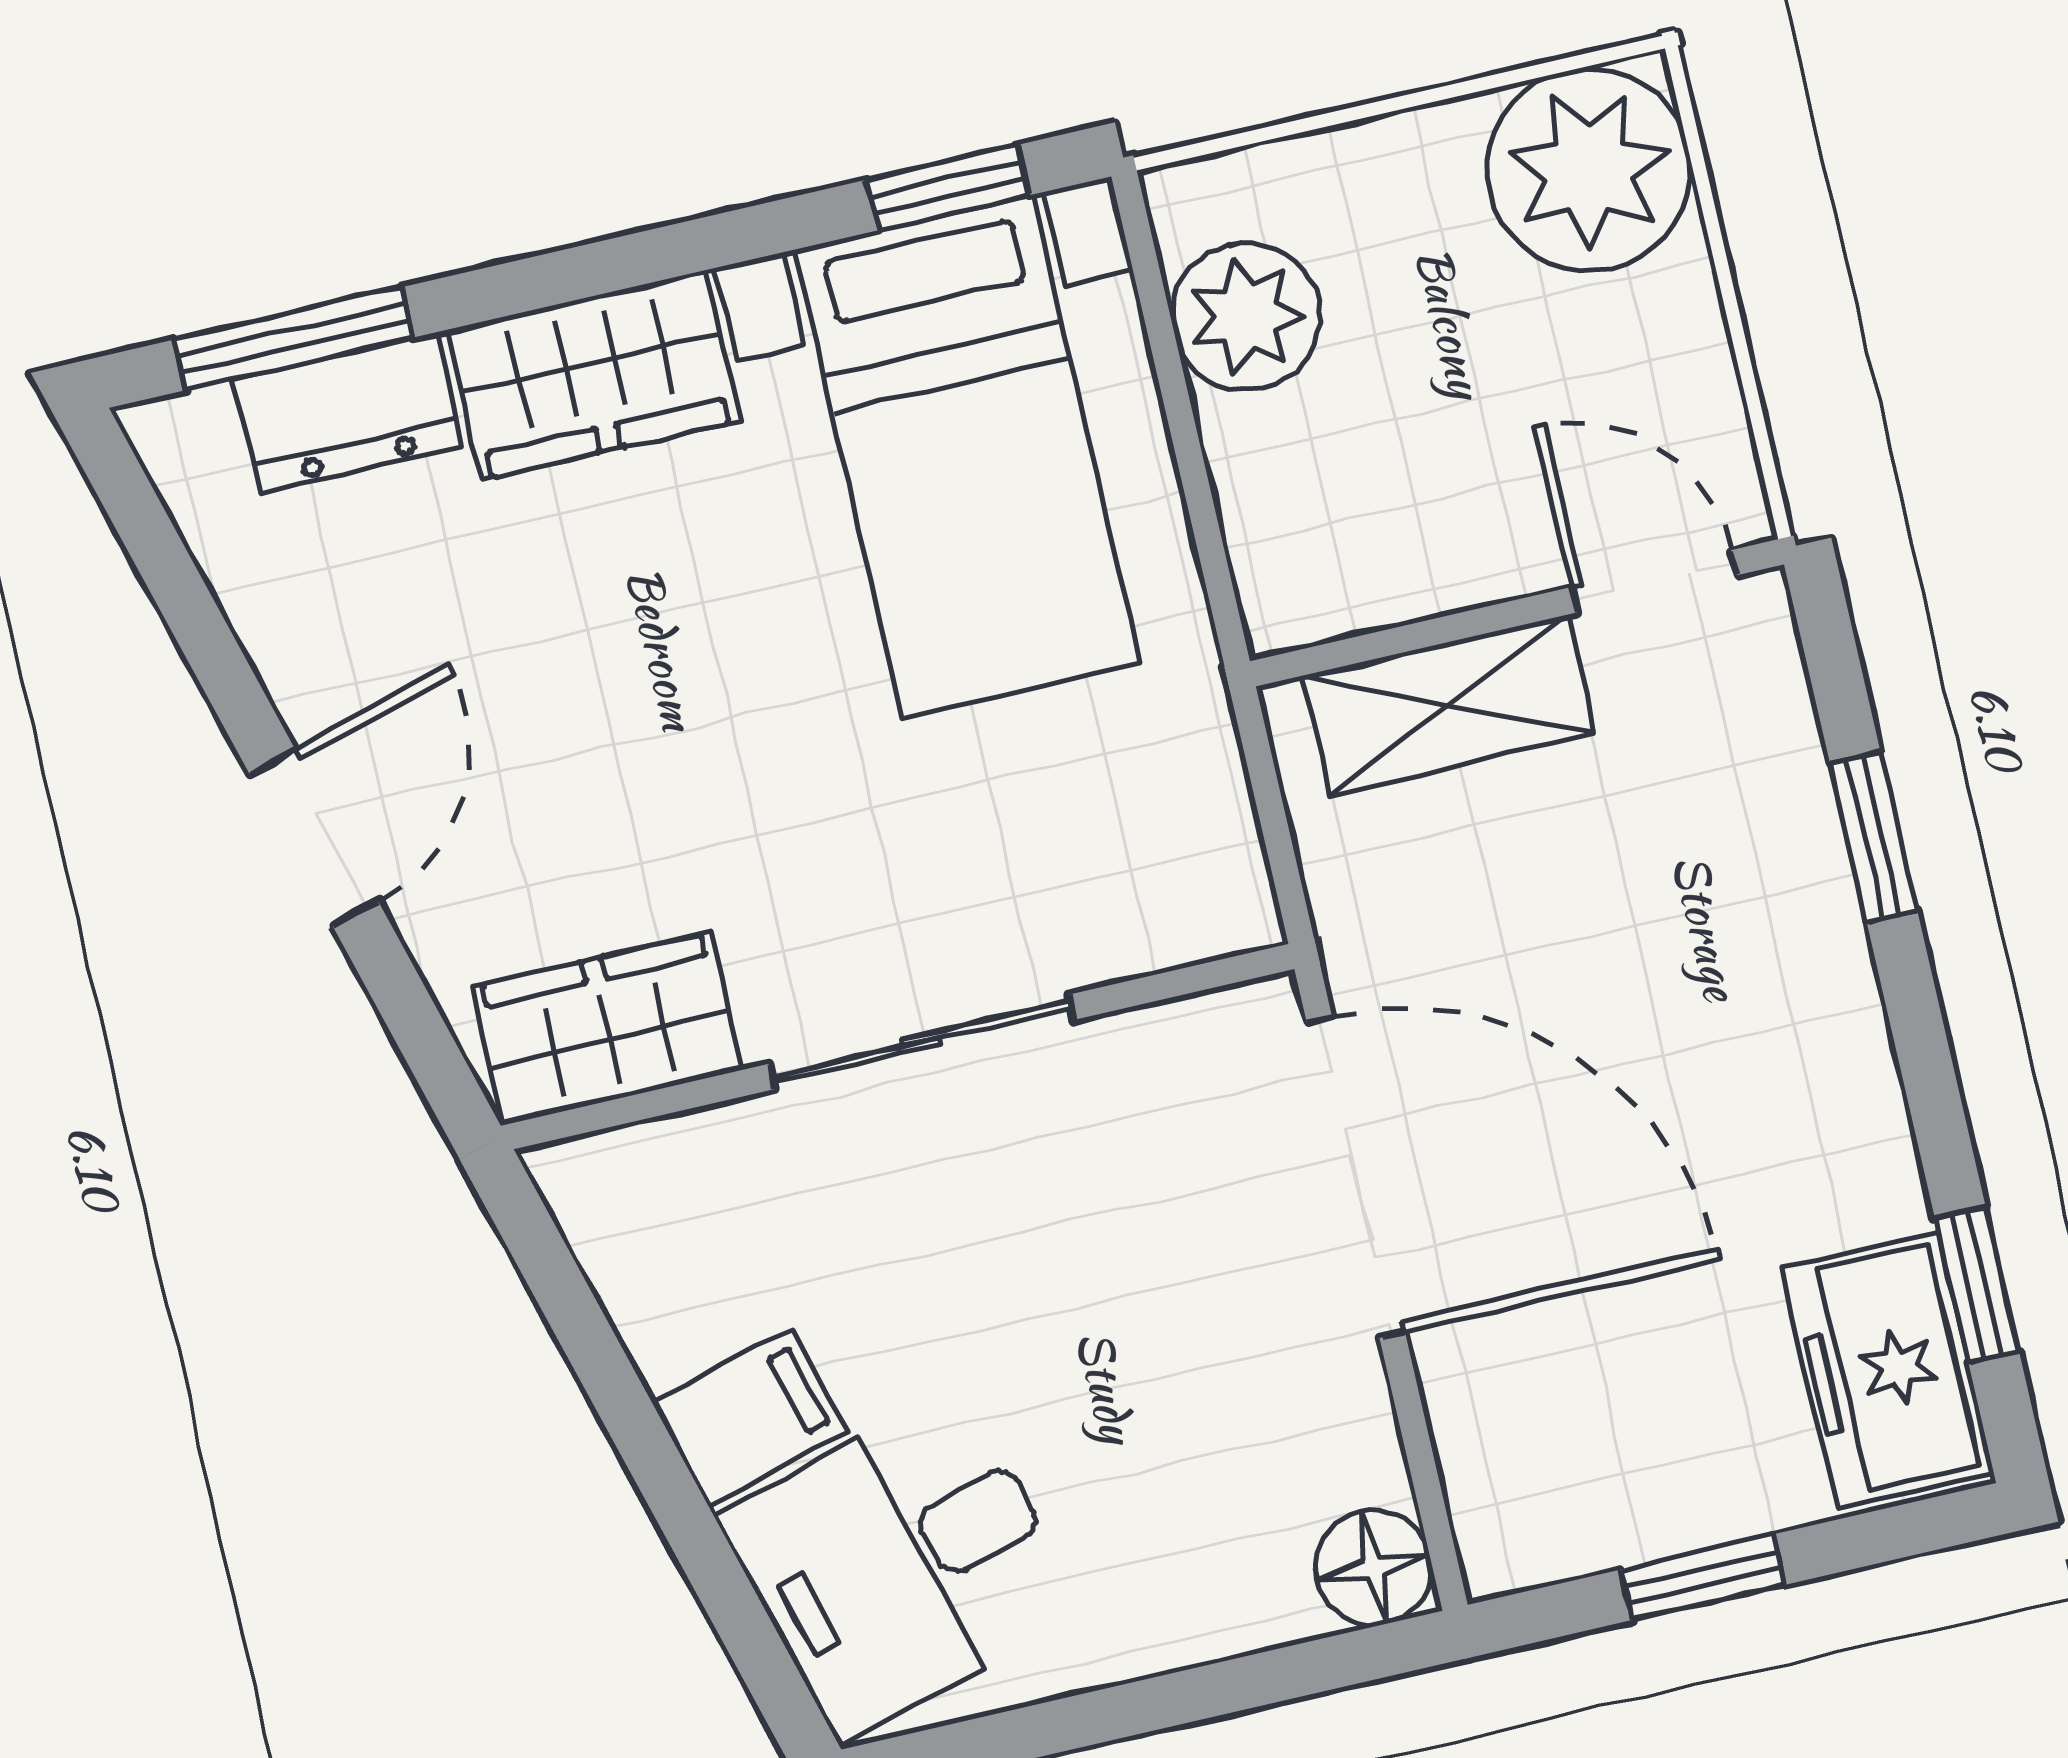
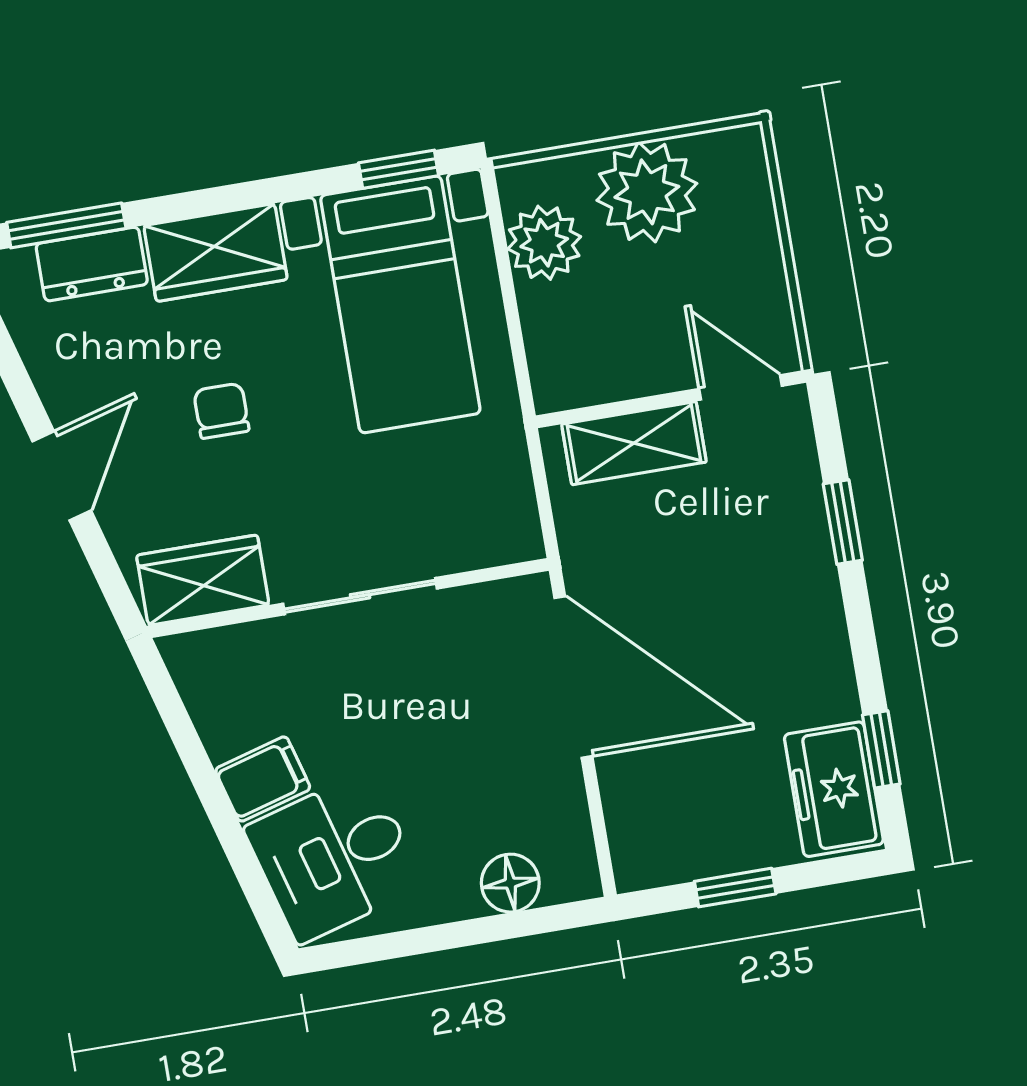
plant: (1589, 170) -> (647, 192), moved
chair: (624, 689) -> (221, 411), added
floor lamp: (1373, 1568) -> (510, 883), moved

